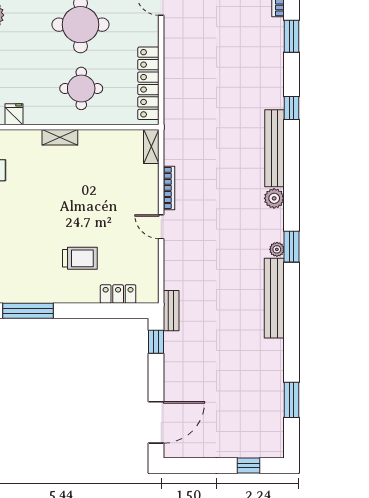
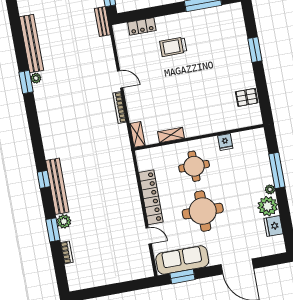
locker: (148, 83) -> (151, 197), moved
fridge: (14, 114) -> (225, 142), moved
shelving: (60, 137) -> (171, 135), moved
bench: (275, 148) -> (57, 186), moved
plant: (274, 198) -> (64, 221), moved

